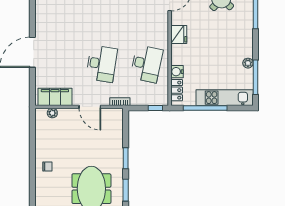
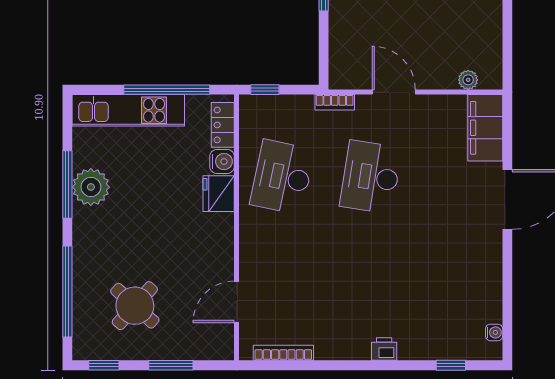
fridge: (179, 35) -> (219, 194), moved
plant: (248, 63) -> (91, 187), width x1.88, depth x1.88
window: (255, 77) -> (67, 185), moved
filing cabinet: (55, 97) -> (485, 128), moved, turned 90

